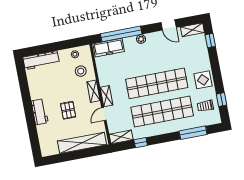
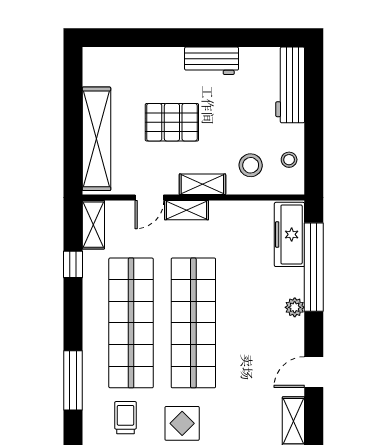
pallet: (68, 110) -> (172, 122), width x1.50, depth x1.42
workbench: (40, 112) -> (212, 61), moved
door: (104, 114) -> (149, 197), swing flipped

